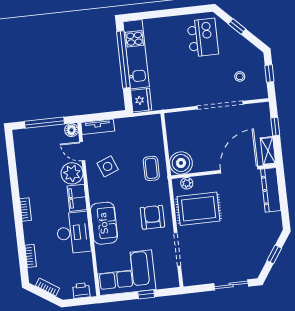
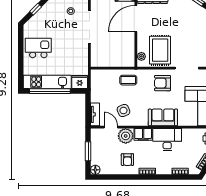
kitchen island: (203, 38) -> (38, 48), moved
window: (44, 123) -> (88, 151), width x0.69
floor lamp: (71, 130) -> (95, 170), moved
door: (82, 151) -> (111, 127), swing flipped
boiler: (181, 163) -> (127, 59), removed
door: (239, 170) -> (136, 19), hinge flipped
armchair: (39, 180) -> (127, 160), added

